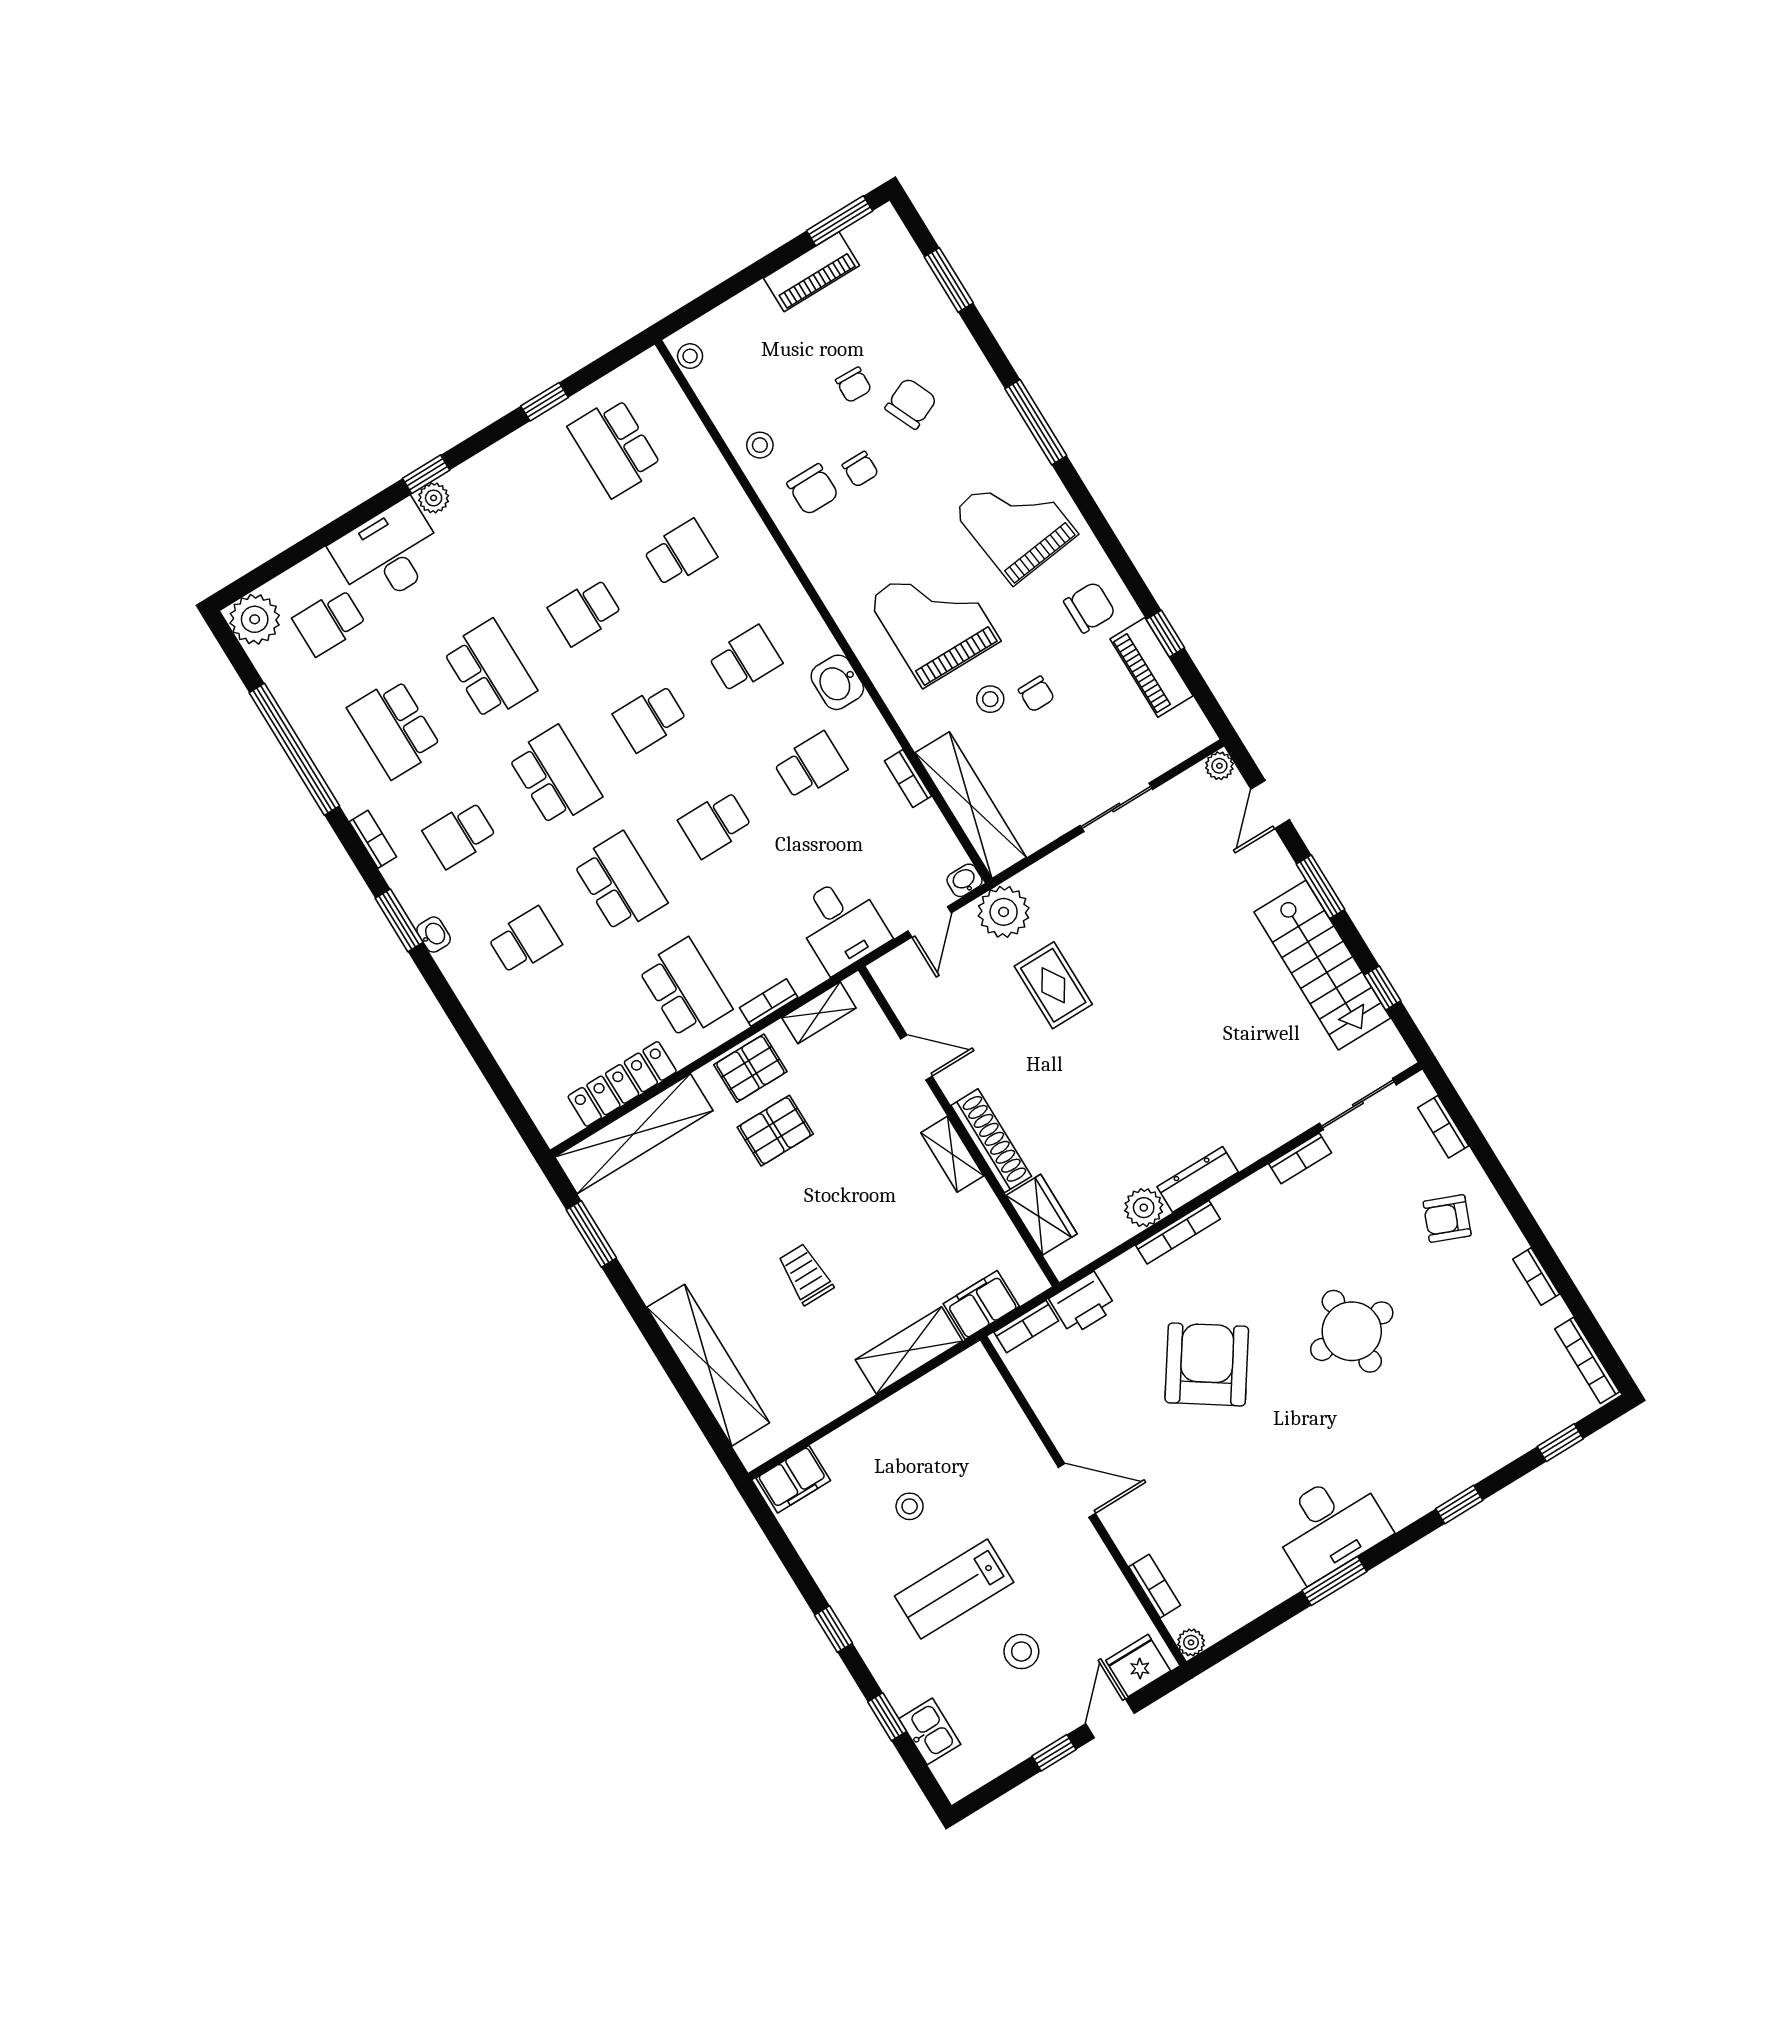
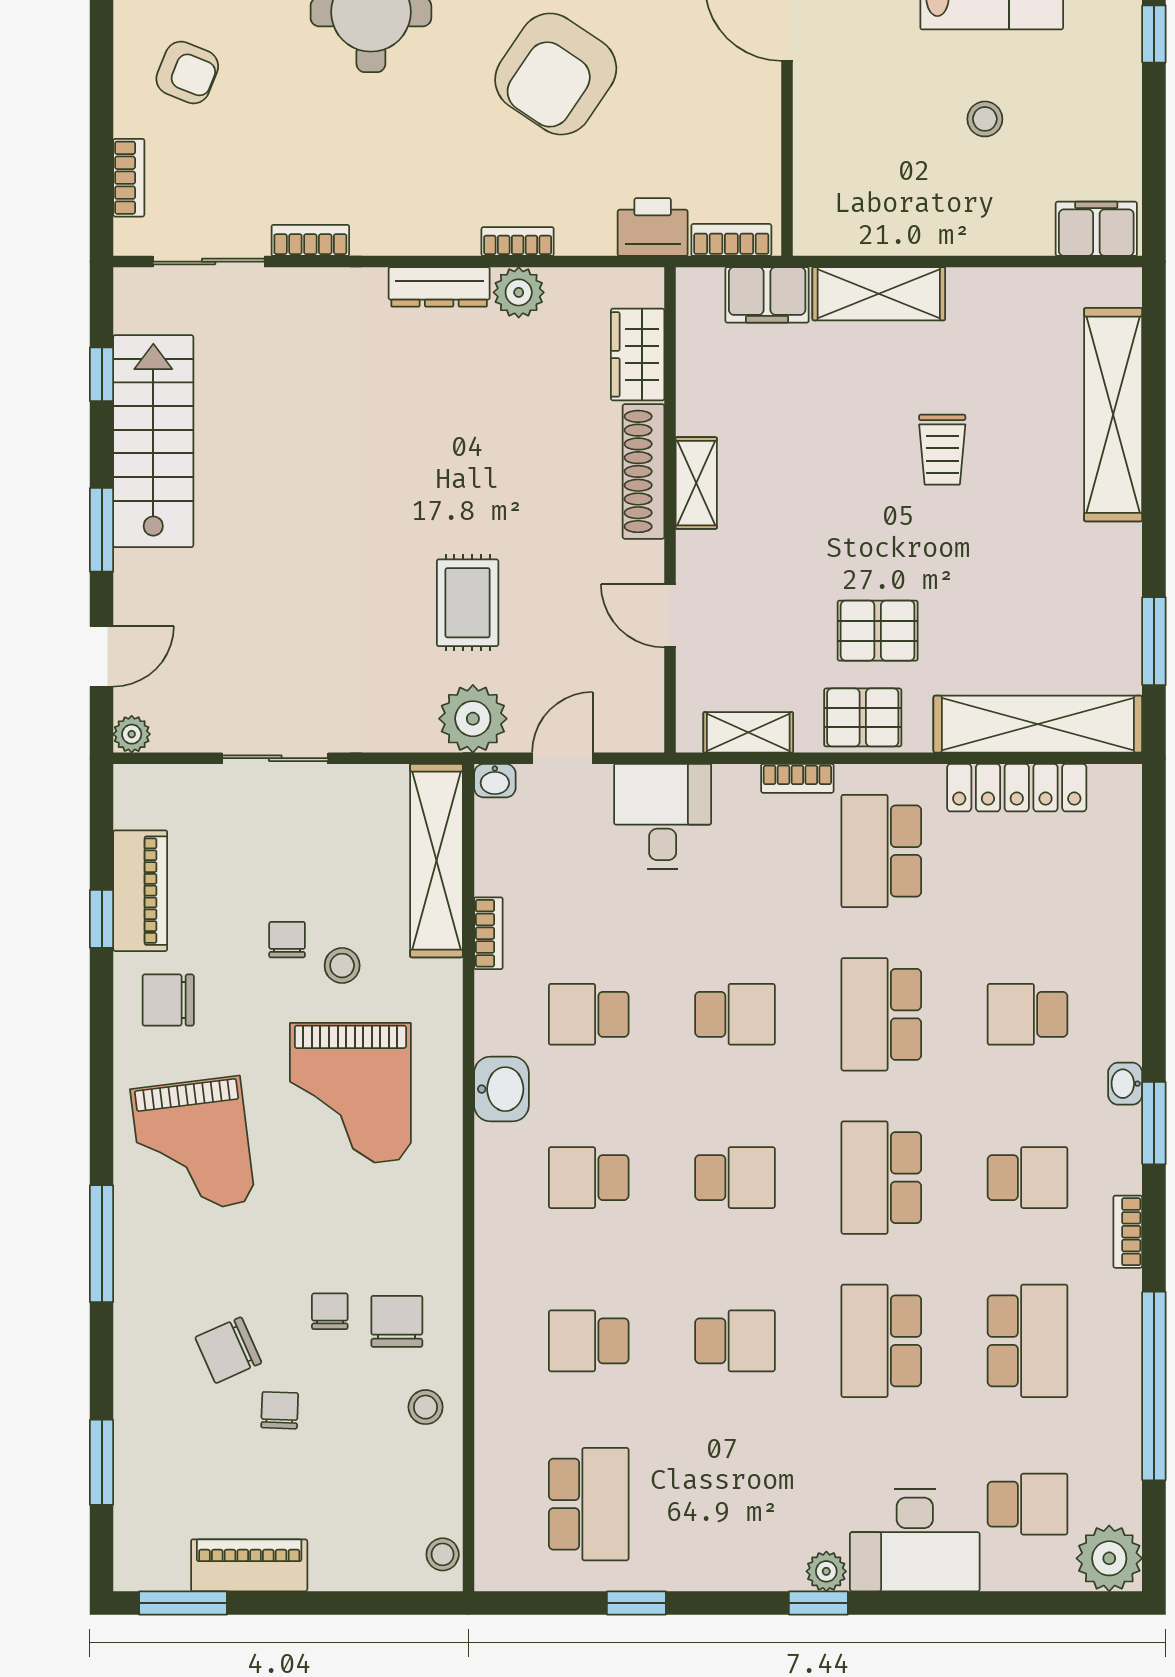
bookcase: (1178, 1232) -> (518, 241), width x0.64

